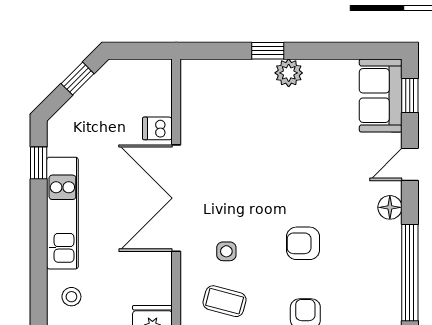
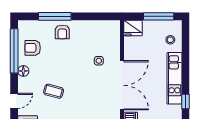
floor lamp: (390, 207) -> (23, 71), moved
armchair: (303, 243) -> (33, 48), moved, turned 180
coffee table: (225, 301) -> (54, 91), moved

